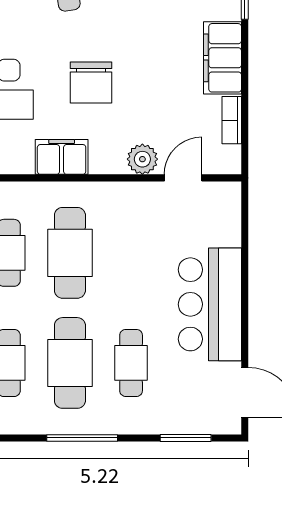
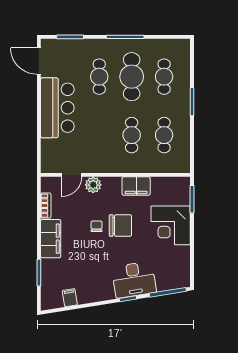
chair: (136, 81) -> (97, 226), added
chair: (91, 83) -> (120, 225), turned 90
cafe table: (70, 253) -> (132, 135), width x0.73, depth x0.74

